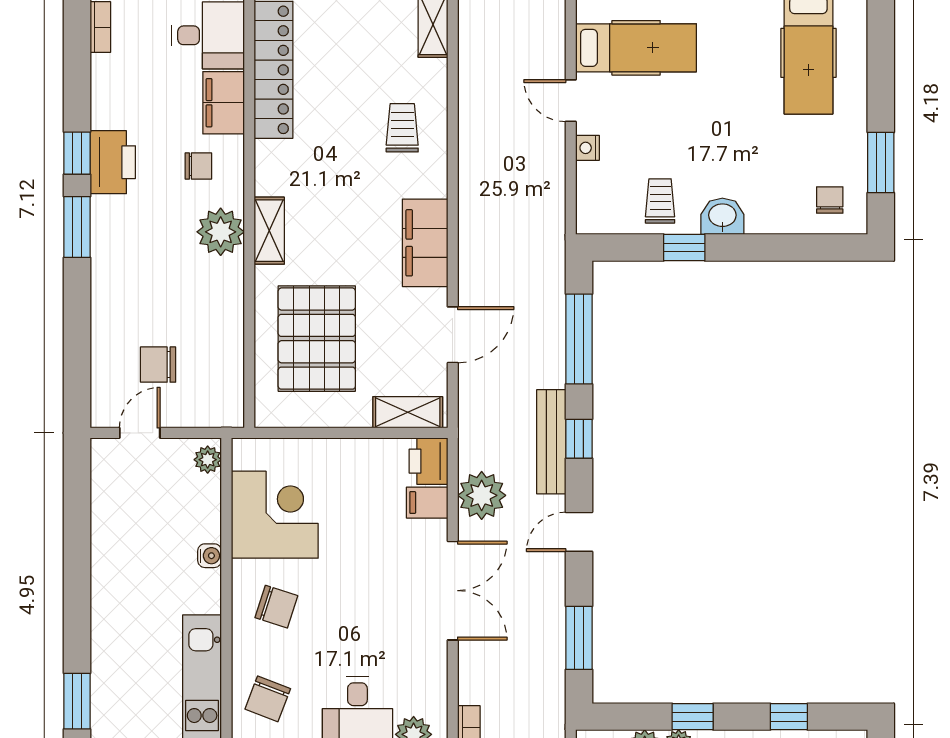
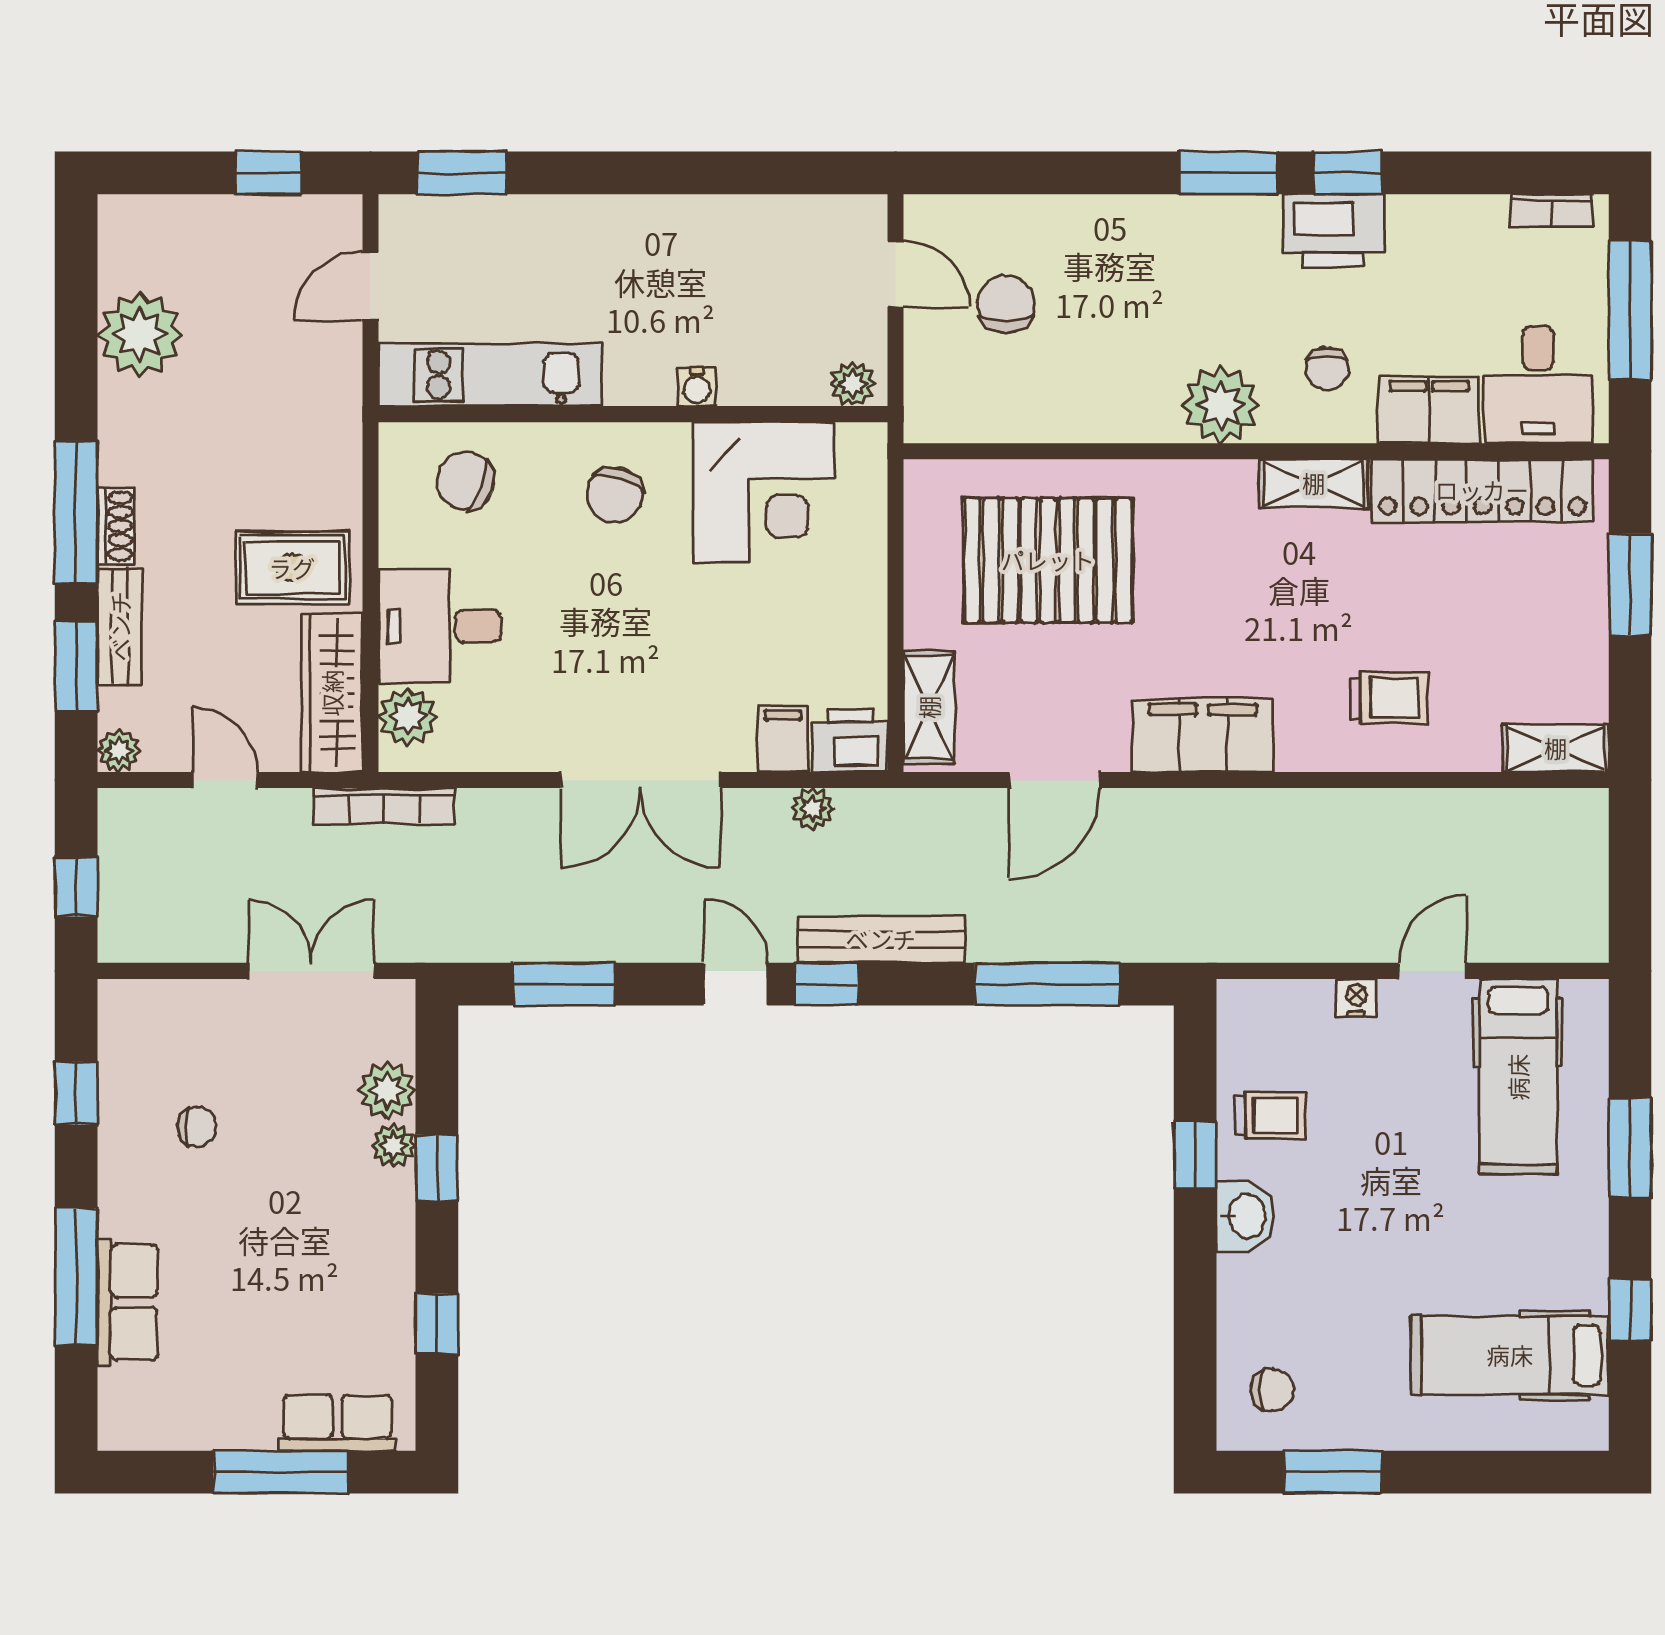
shelving: (269, 231) -> (1314, 483), moved
door: (453, 335) -> (1054, 780), hinge flipped
window: (579, 439) -> (826, 984), moved
plant: (482, 495) -> (813, 809), width x0.53, depth x0.53

